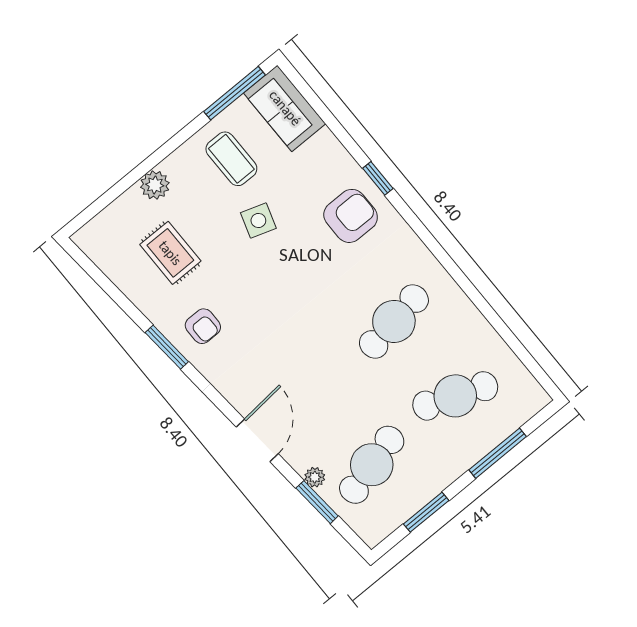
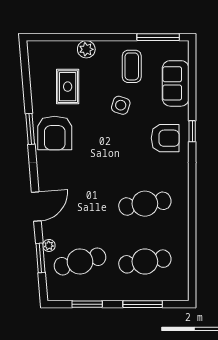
sofa: (285, 108) -> (176, 83), moved
armchair: (203, 326) -> (55, 133), width x1.88, depth x1.88
cafe table: (455, 396) -> (145, 261), turned -30

